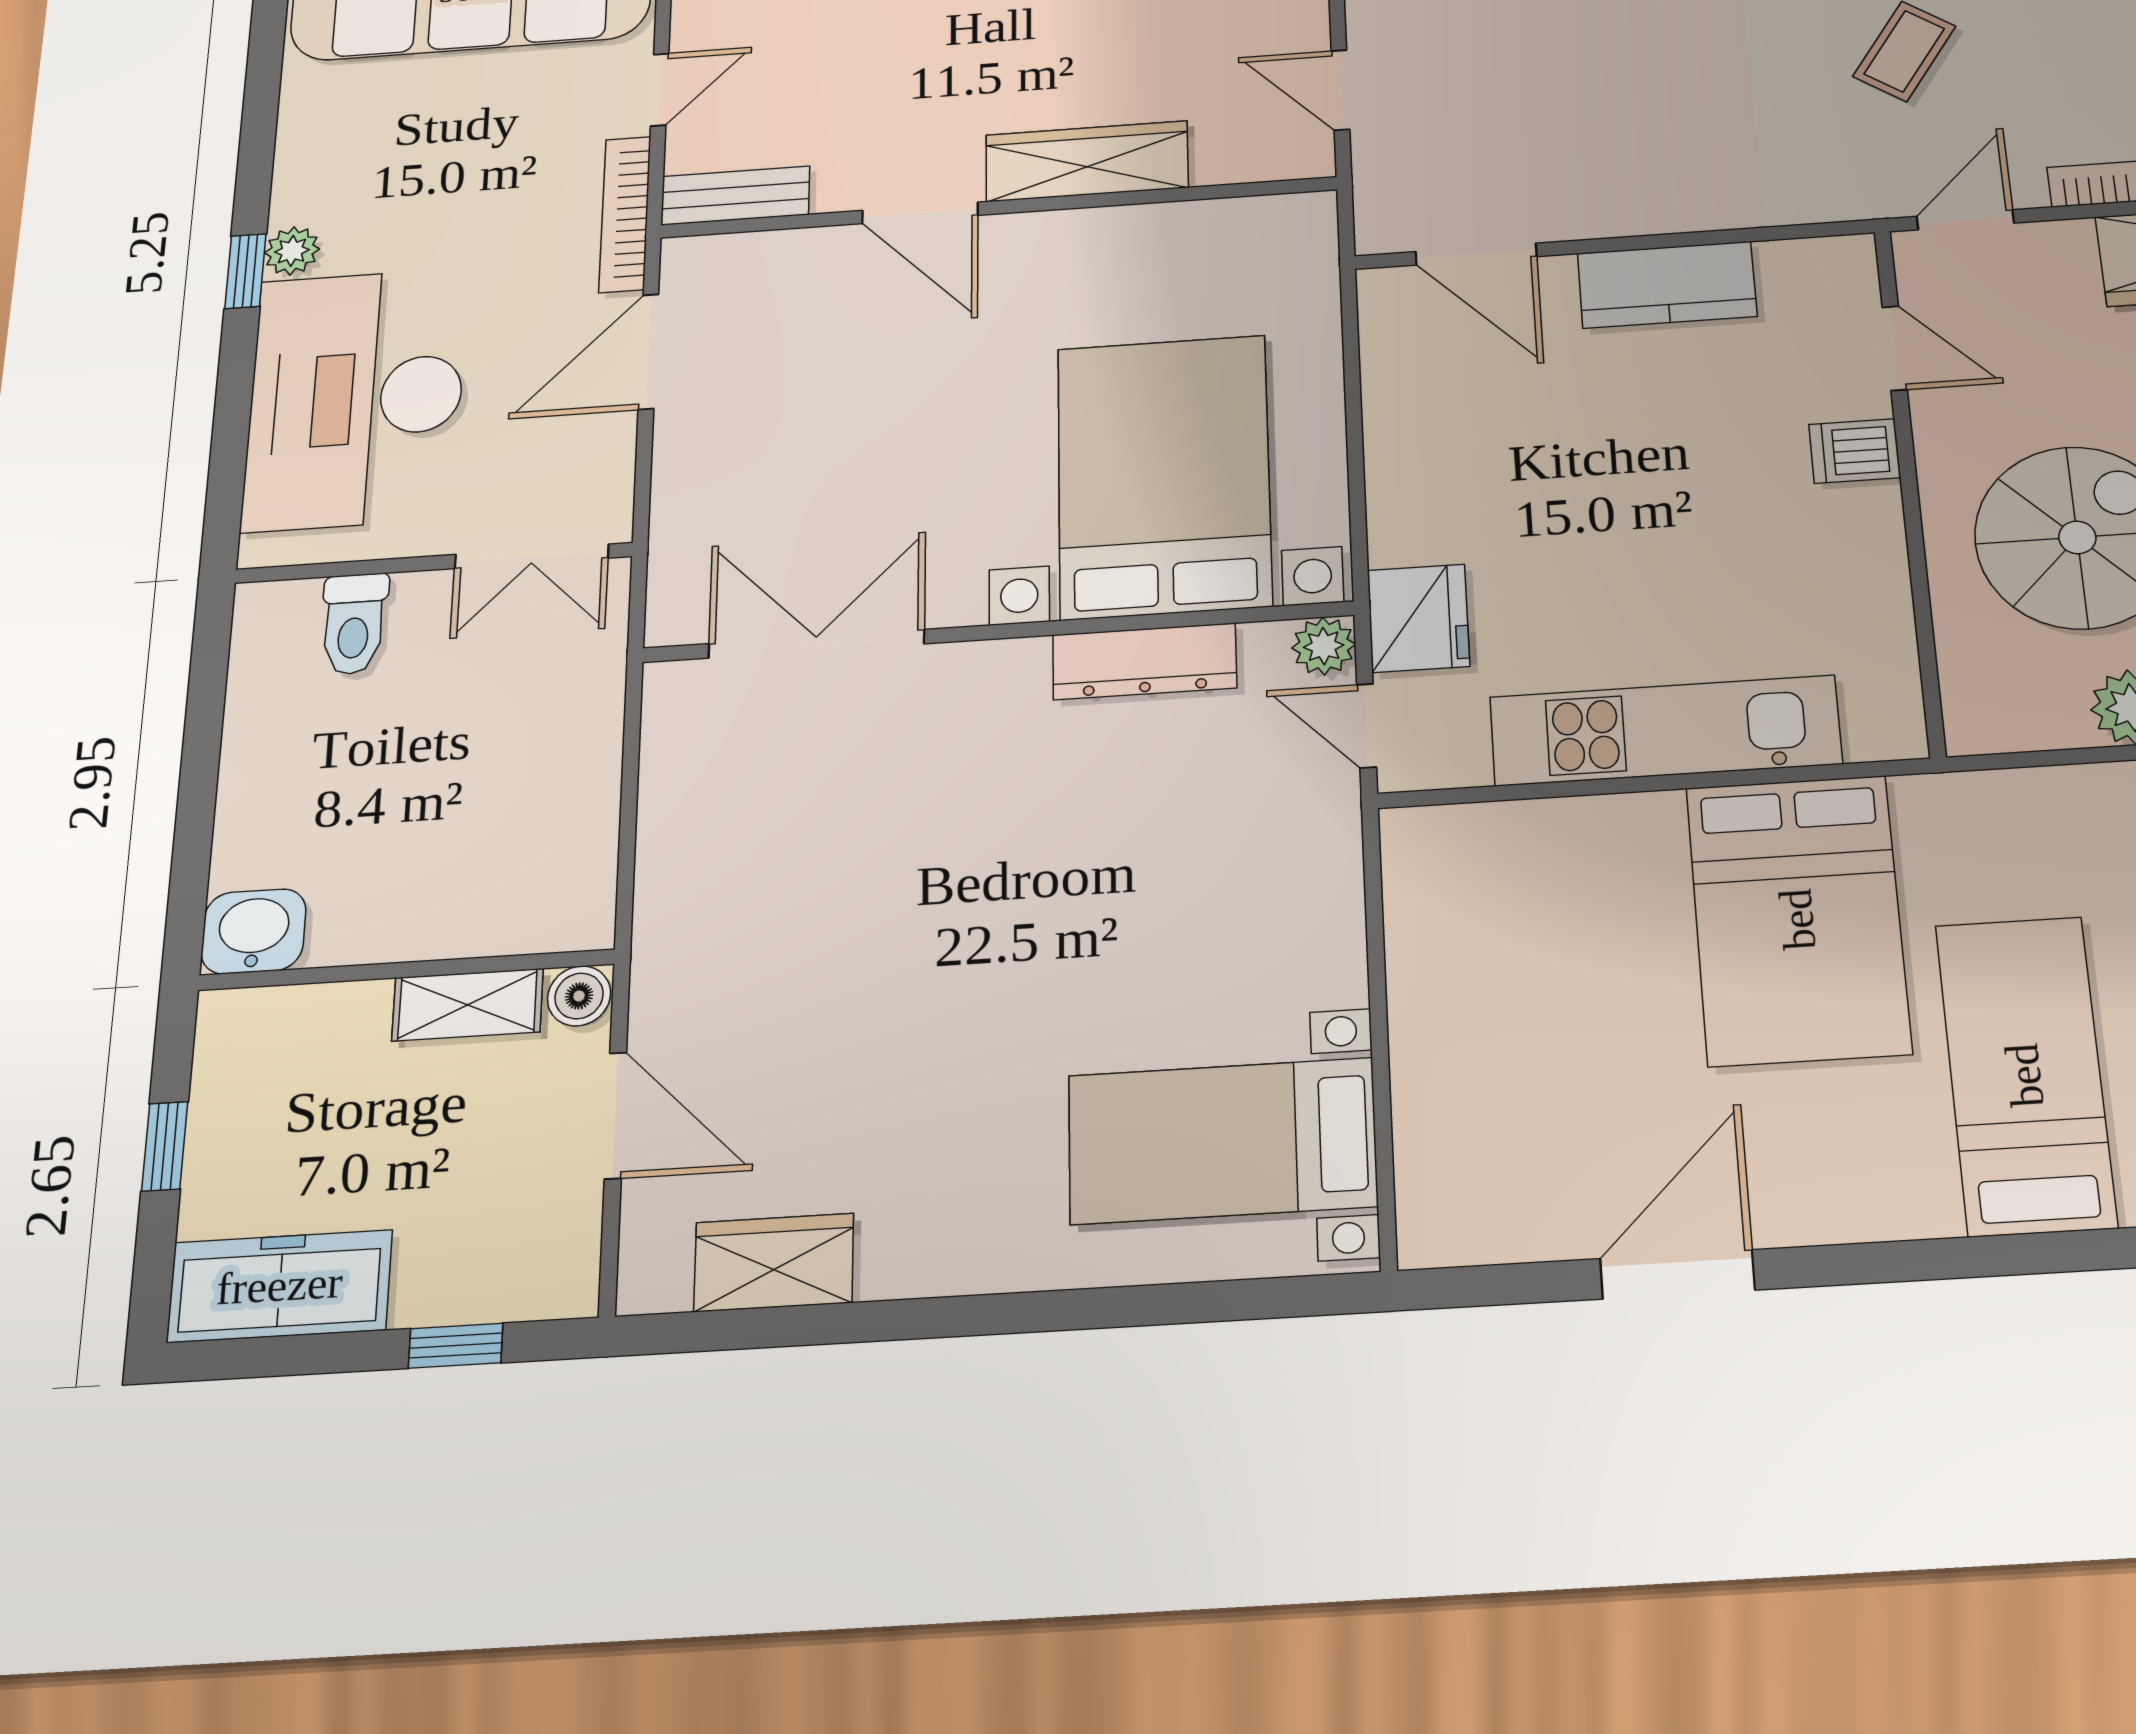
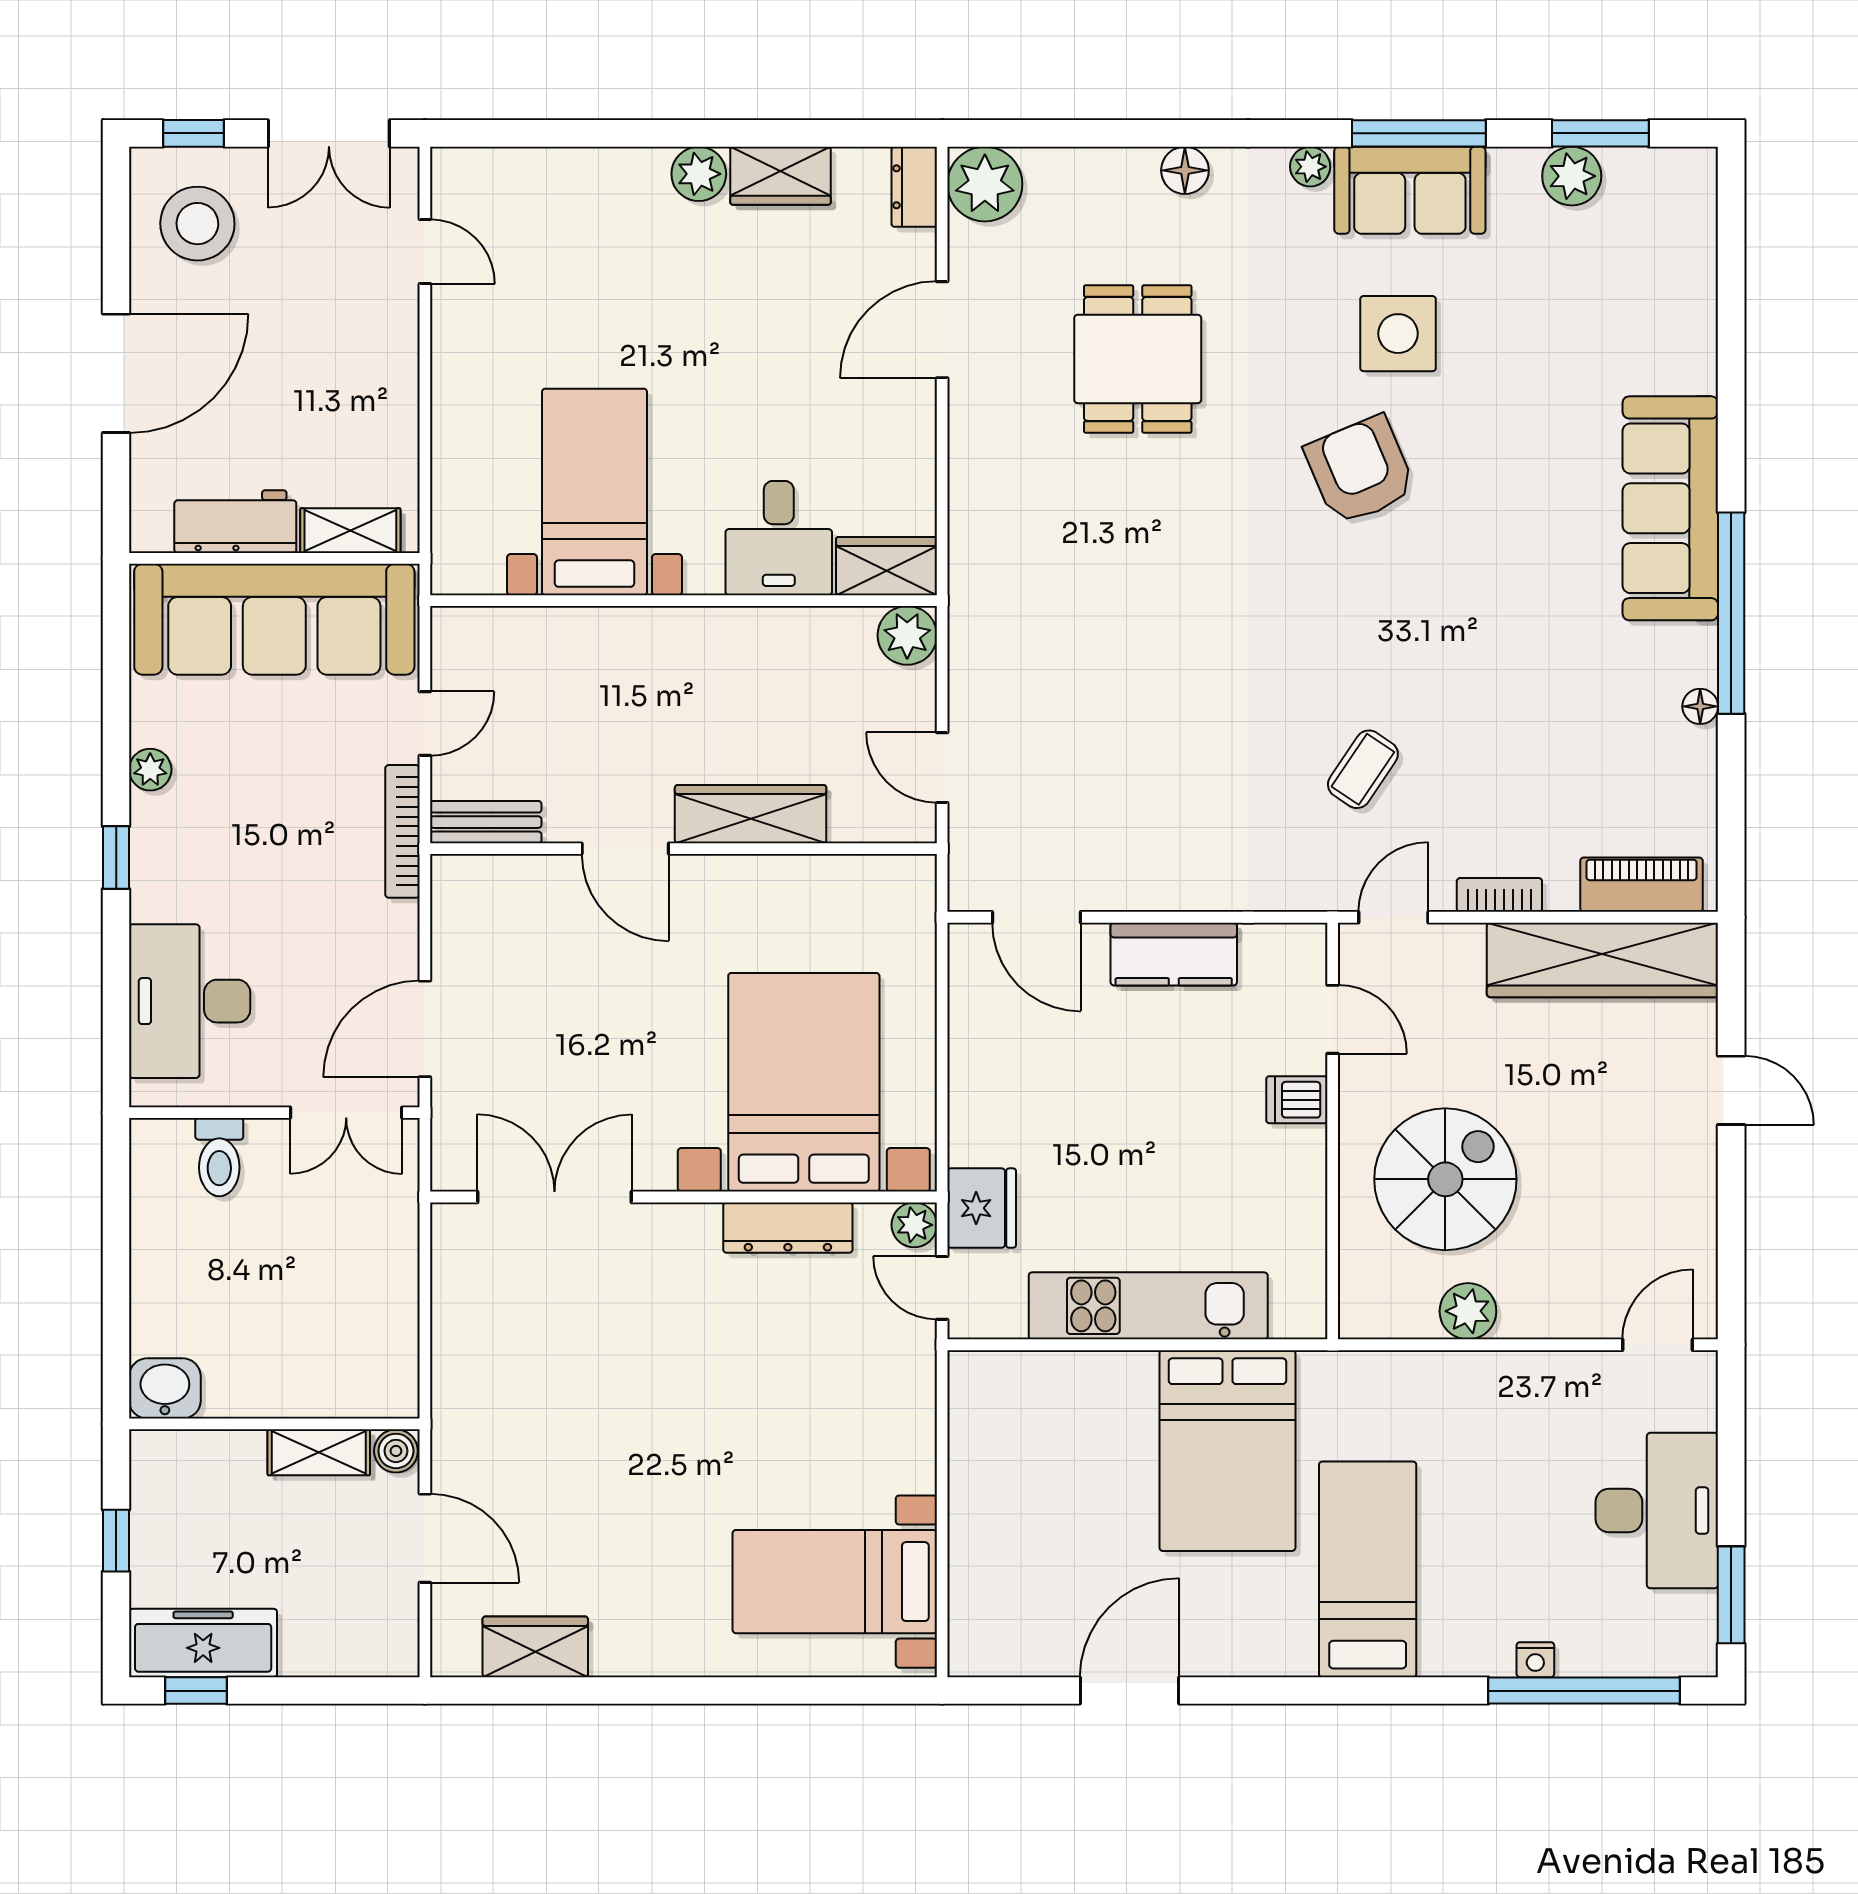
plant: (292, 251) -> (150, 770), moved
door: (648, 352) -> (425, 1029), moved
desk: (356, 399) -> (190, 1001), width x0.73, depth x0.77
window: (456, 1346) -> (196, 1691), moved

